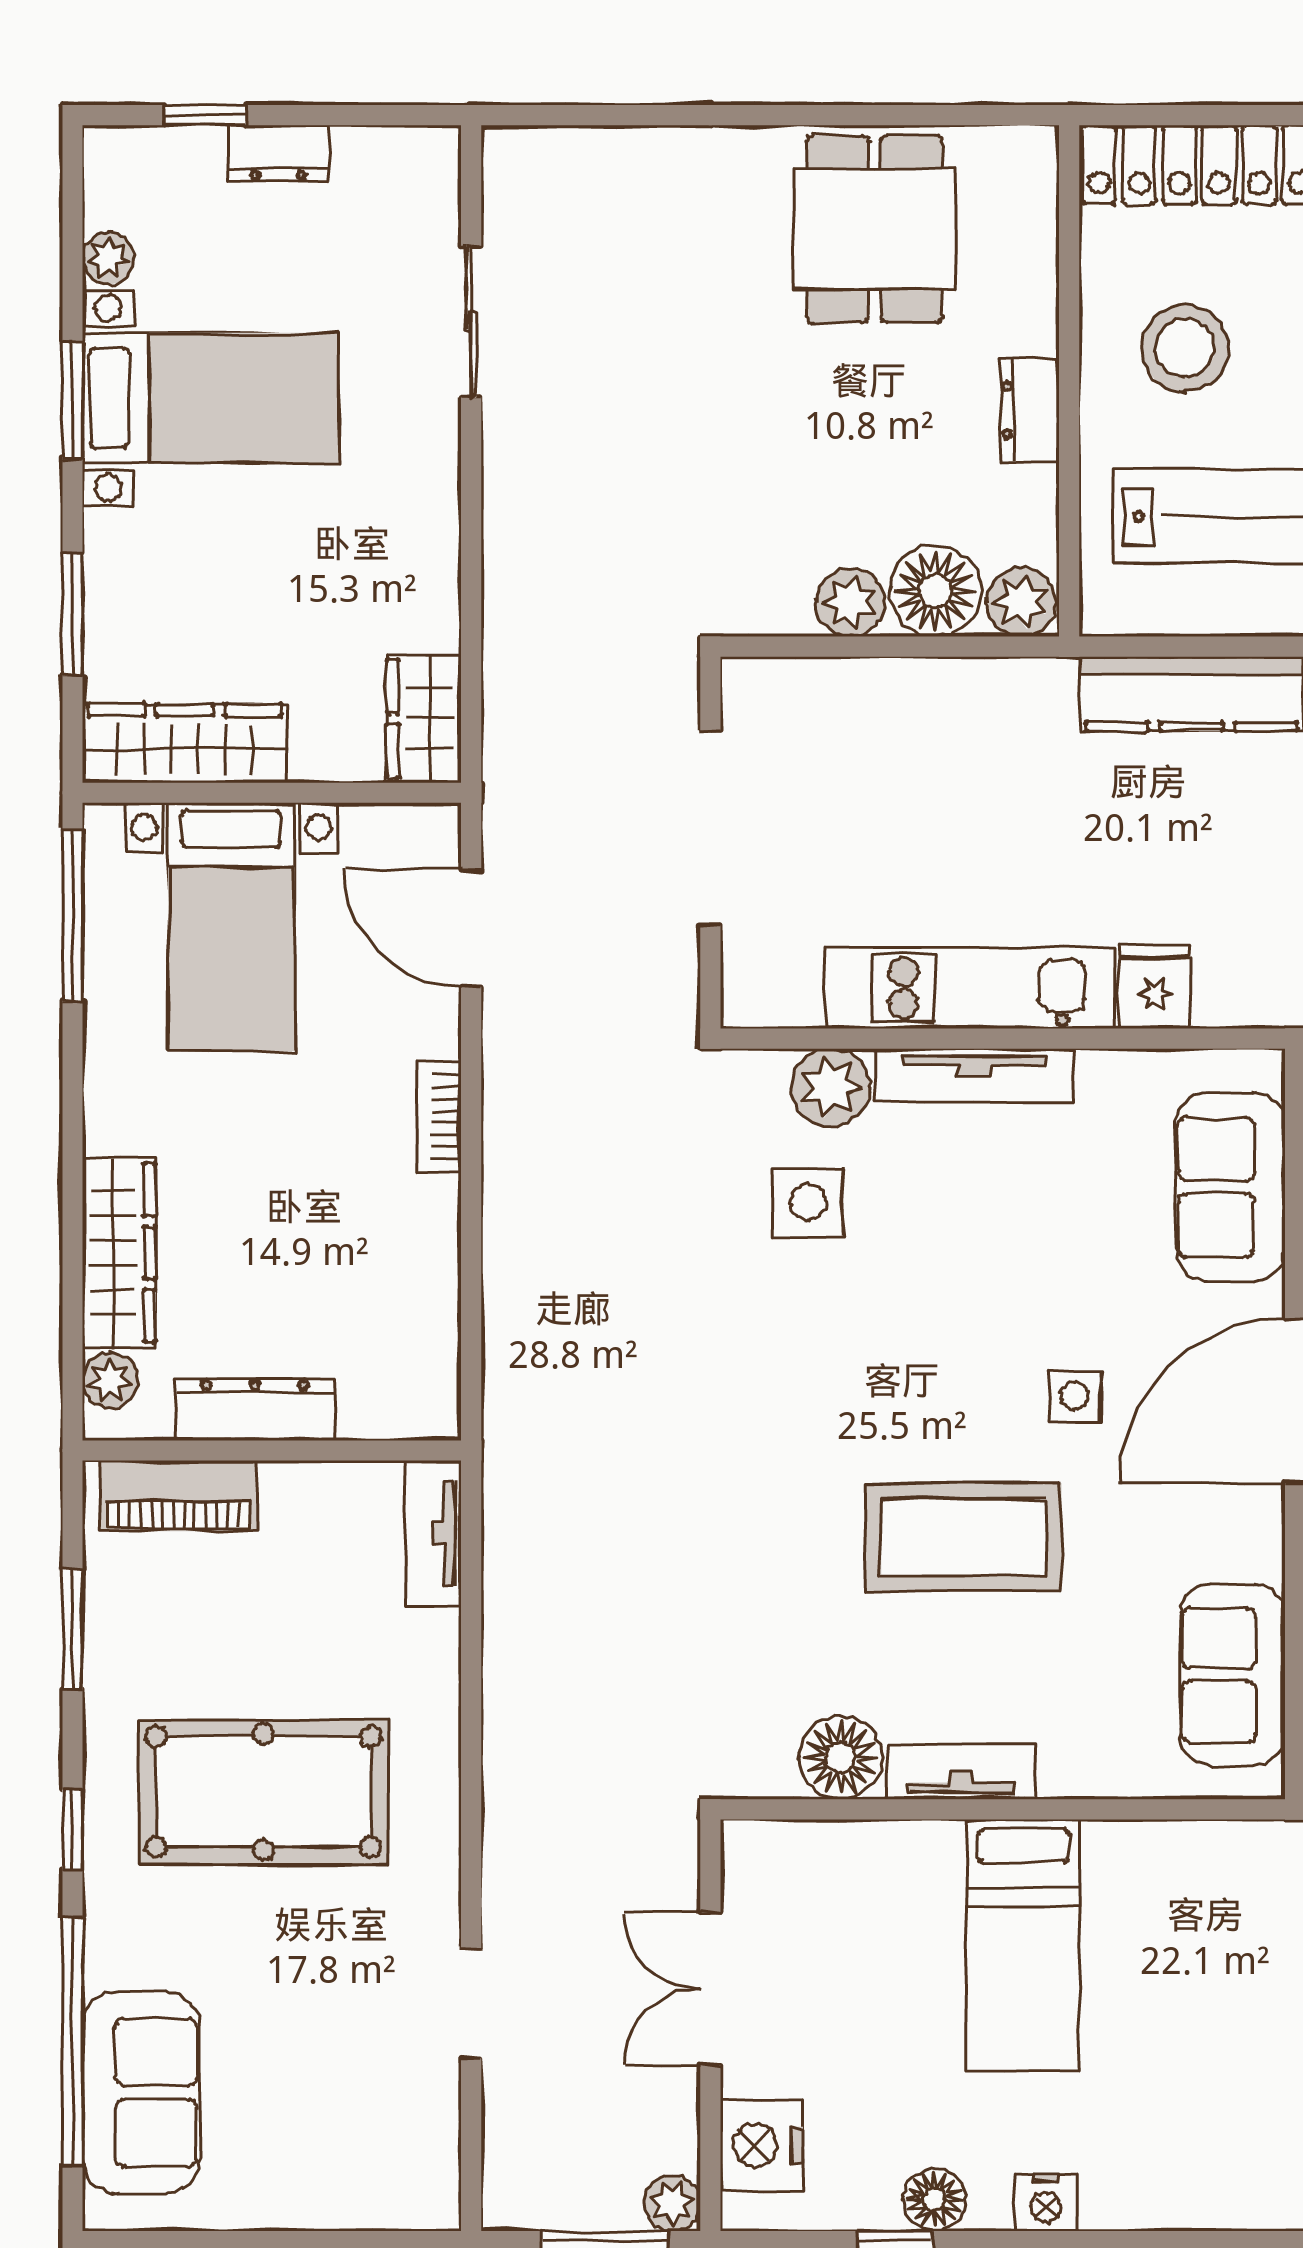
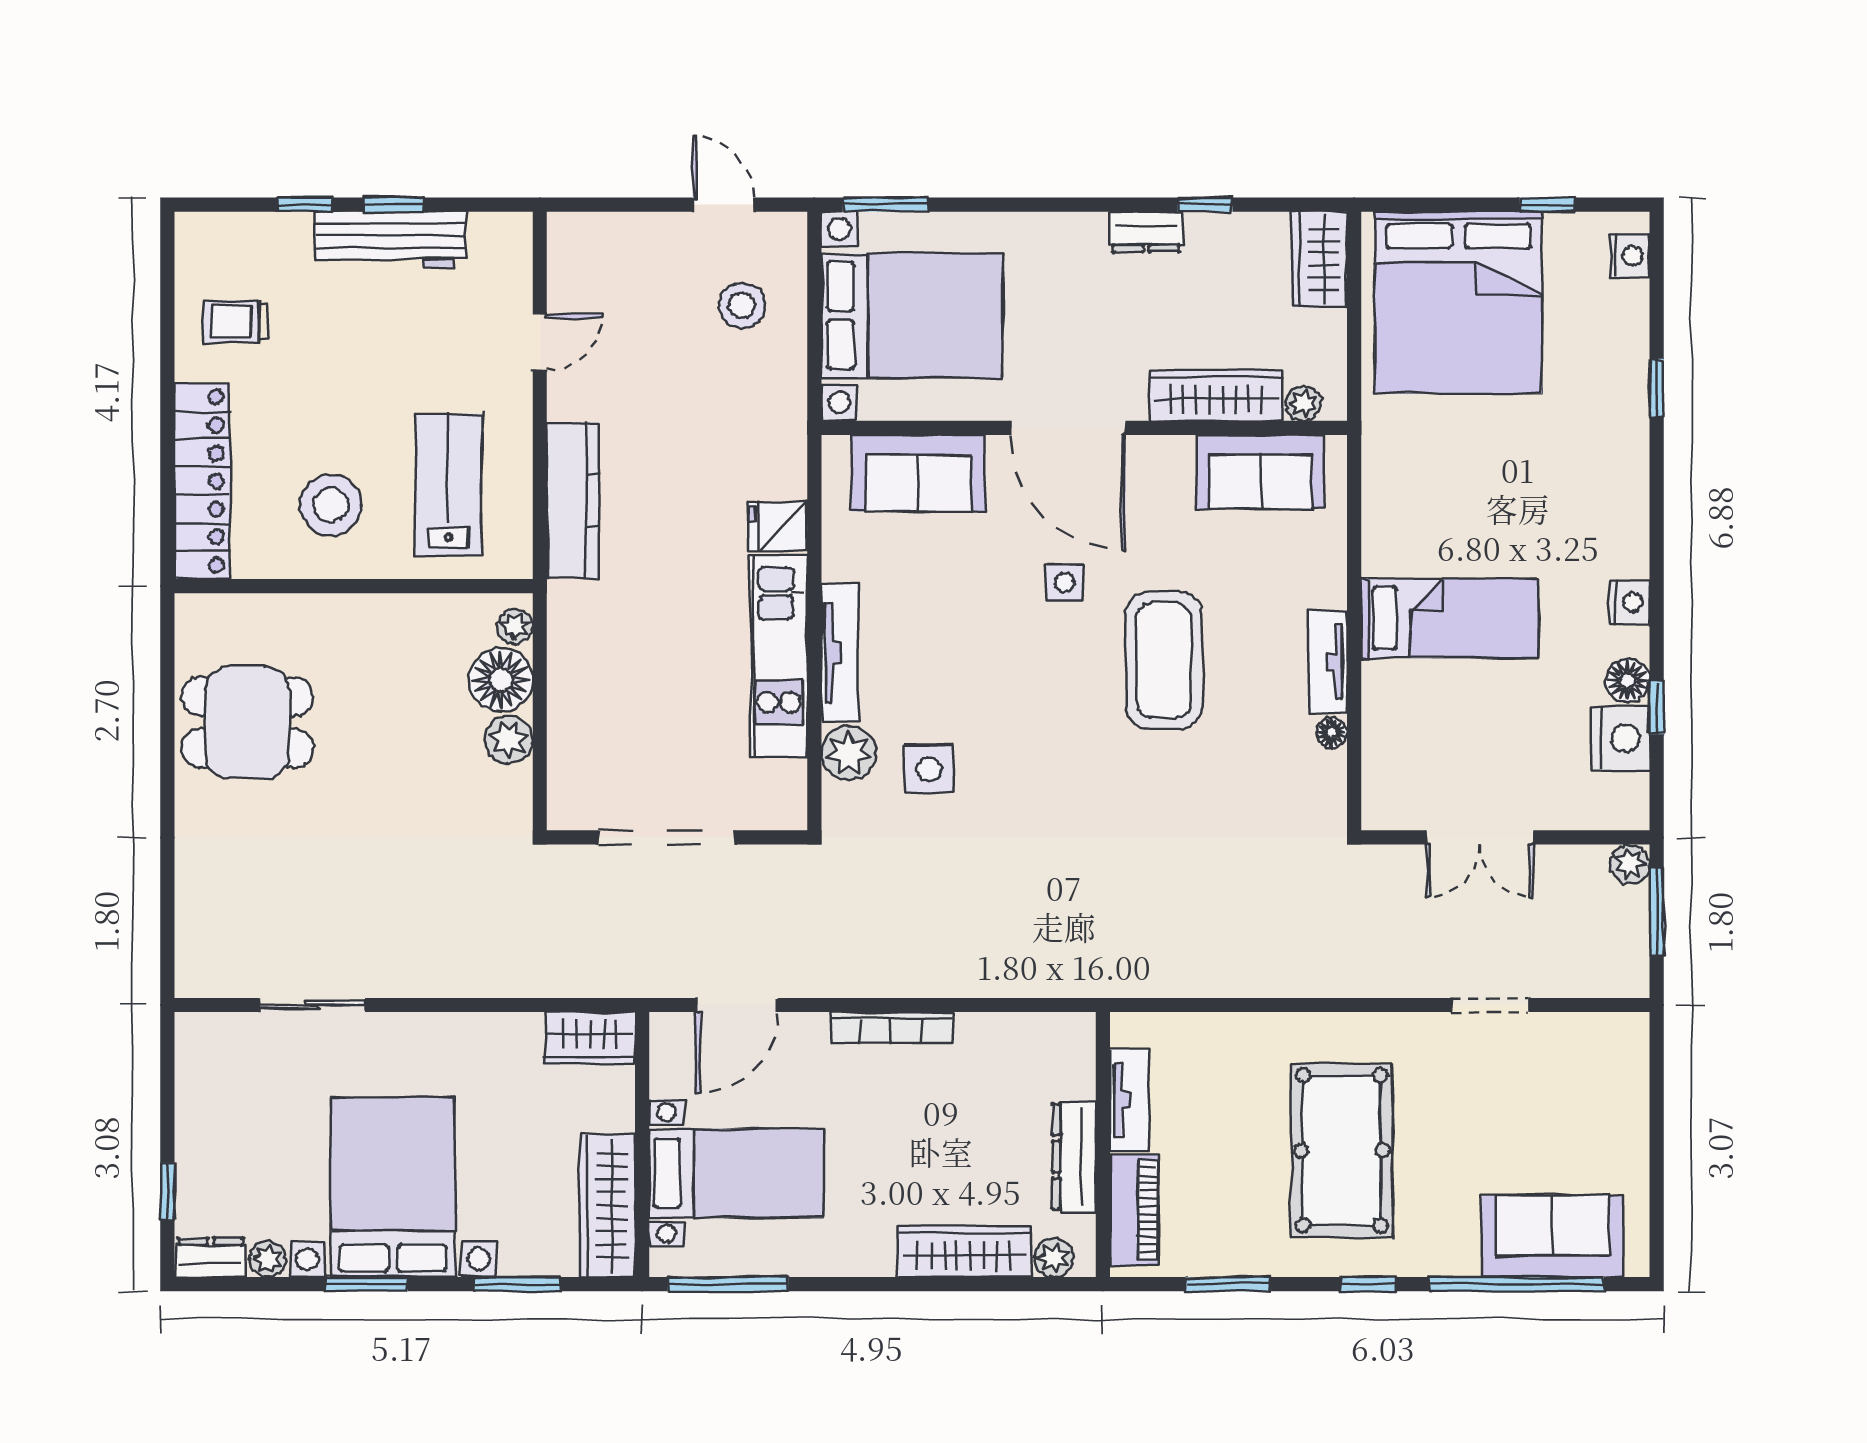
dresser: (278, 153) -> (211, 1258), moved, turned -90
bed with nightstands: (211, 398) -> (393, 1187), width x1.36
dresser: (1030, 410) -> (374, 614), removed
plant: (1021, 602) -> (515, 626), width x0.73, depth x0.73
bookcase: (439, 1117) -> (891, 1028), width x1.56
tv unit: (433, 1533) -> (1129, 1100), moved, turned -90
floor lamp: (841, 1758) -> (1332, 732), width x0.53, depth x0.53
nightstand: (762, 2145) -> (1621, 738), moved, turned -90

